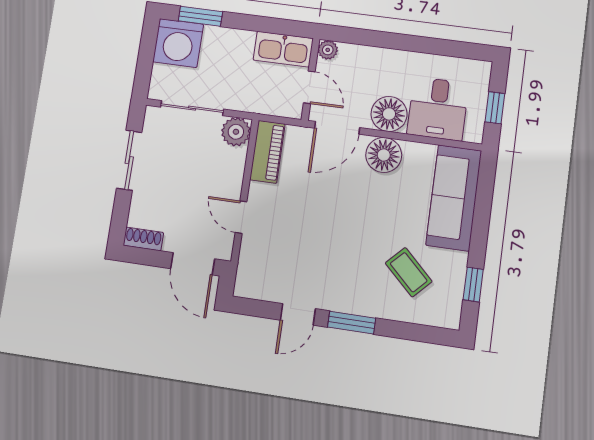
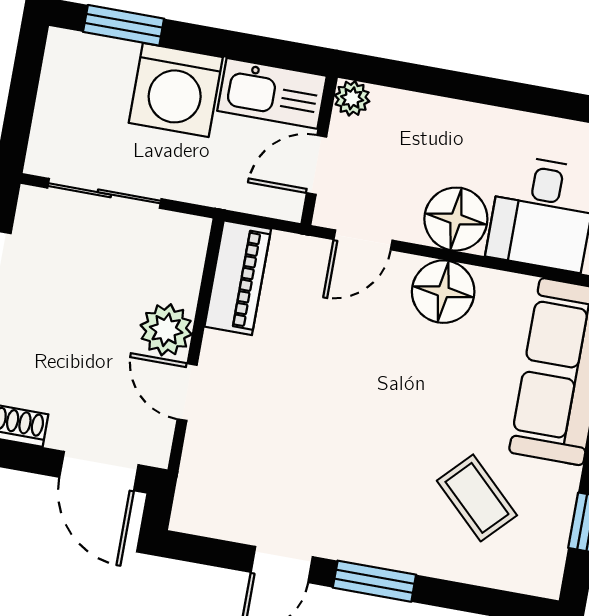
washing machine: (178, 43) -> (176, 90), moved
door: (309, 87) -> (317, 165), swing flipped
door: (337, 128) -> (363, 240), width x0.73
plant: (236, 132) -> (166, 330), moved

